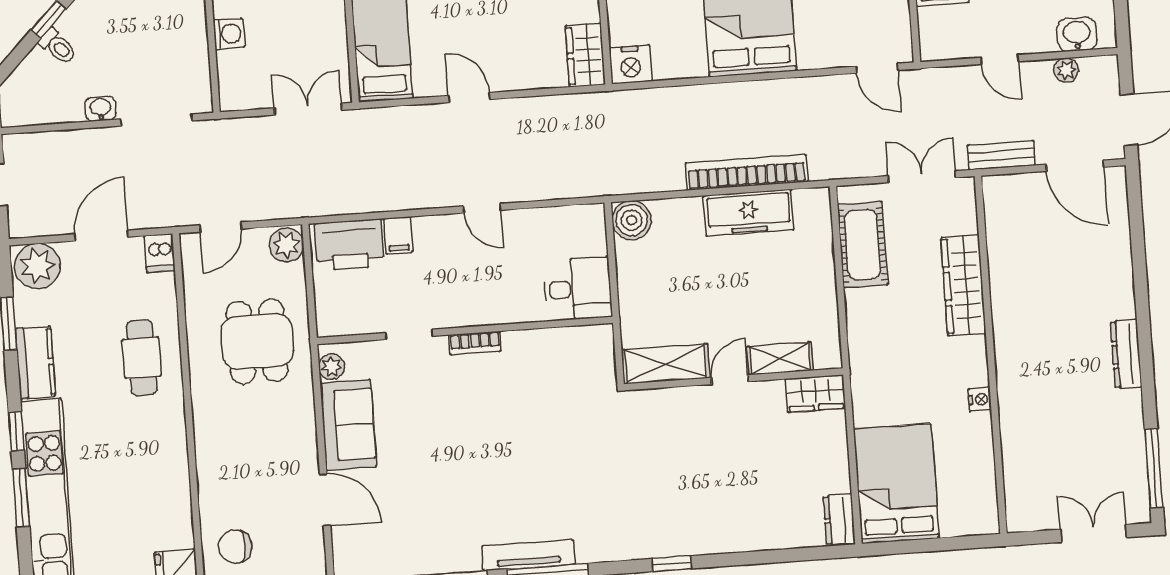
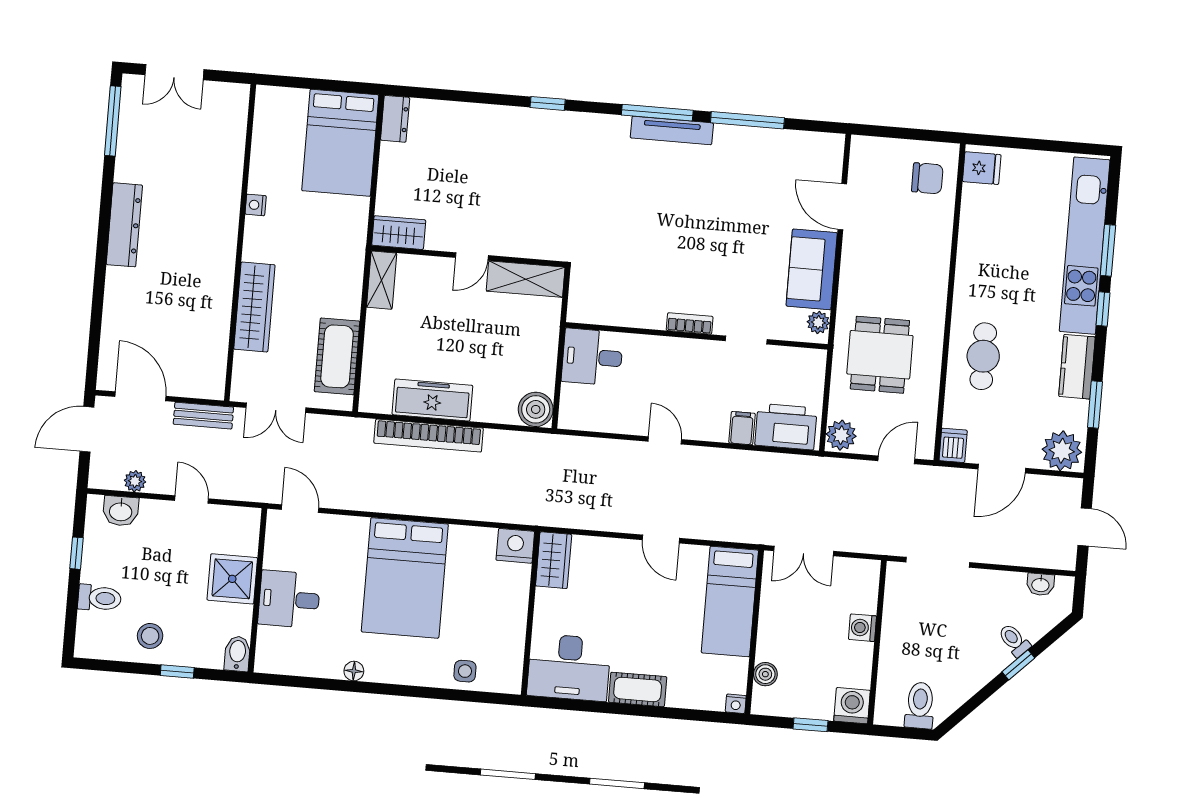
washbasin: (101, 109) -> (1040, 584), moved
dresser: (1126, 354) -> (124, 225), width x1.37, depth x1.24
shelving: (780, 359) -> (382, 280), moved, turned 90

